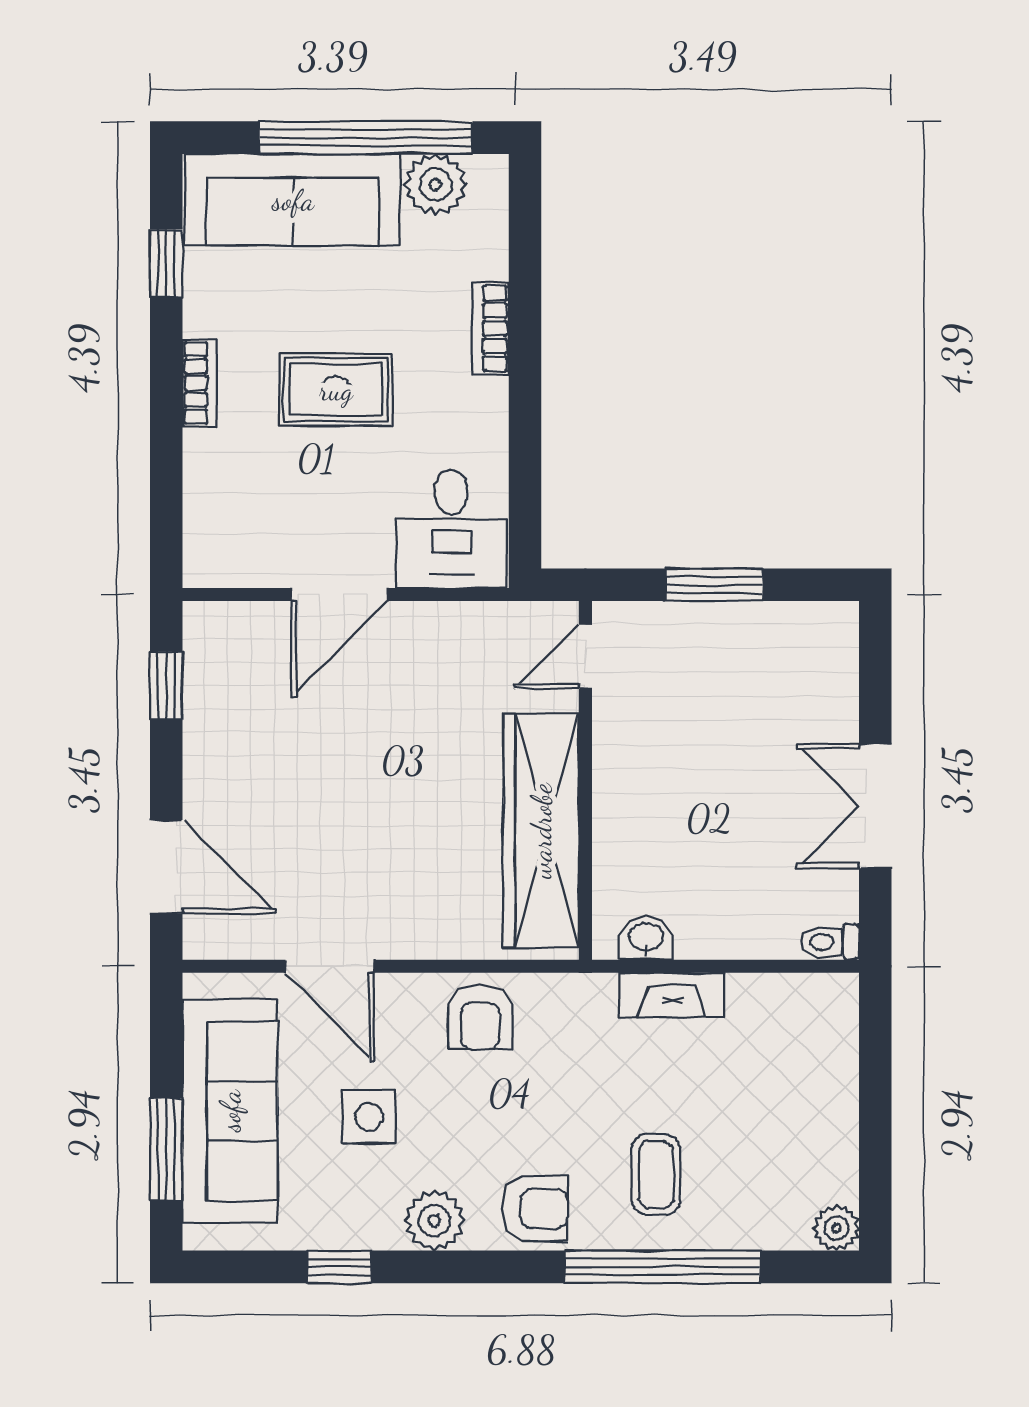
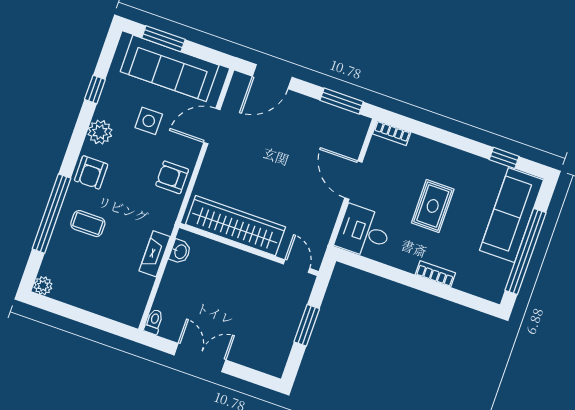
plant: (435, 185) -> (498, 272), removed
bookcase: (200, 383) -> (392, 133), moved
window: (166, 686) -> (342, 101), width x1.50

